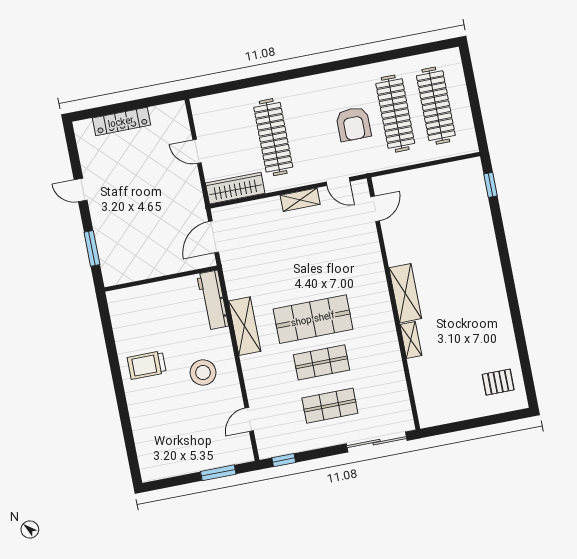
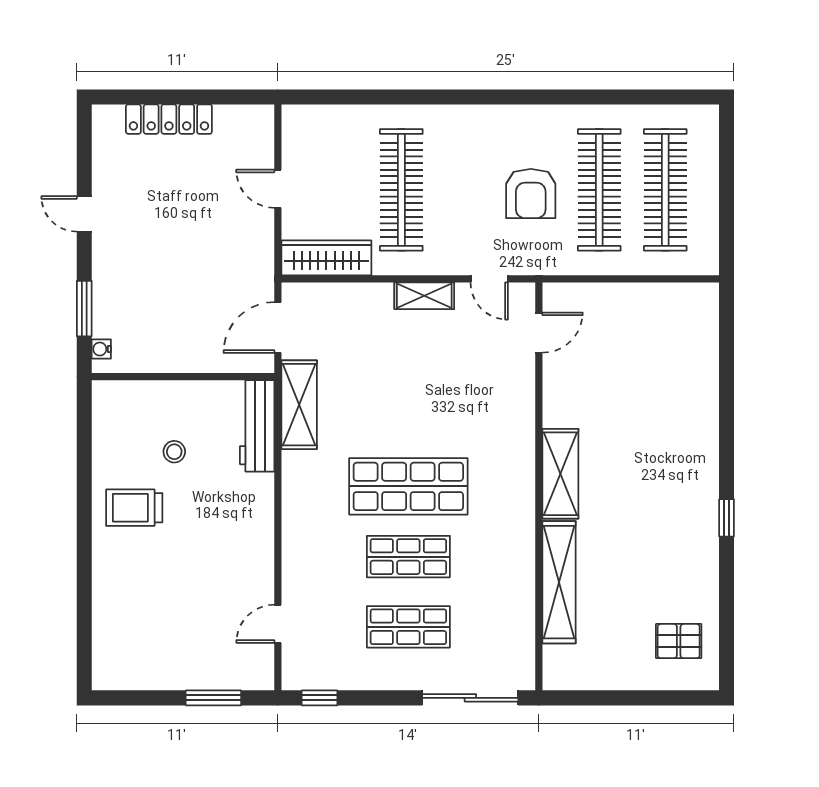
window: (490, 185) -> (727, 518), moved
water cooler: (107, 271) -> (101, 349), added
shelving: (245, 326) -> (299, 405), moved
shelving: (411, 340) -> (559, 582), width x2.20, depth x1.33
stool: (203, 373) -> (174, 452), moved, width x0.53, depth x0.53

